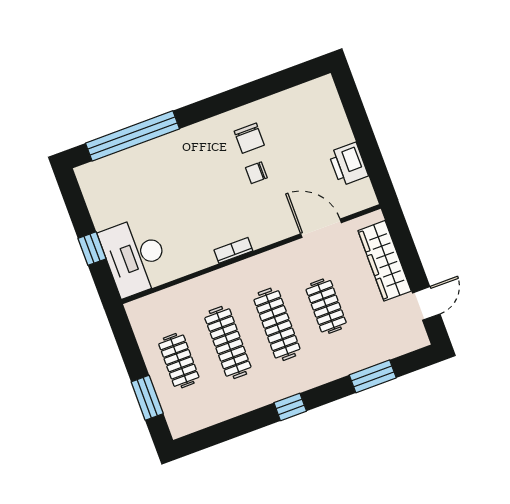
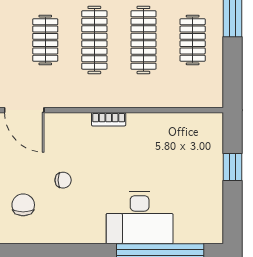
chair: (249, 138) -> (23, 205), moved
desk: (135, 257) -> (140, 218), moved, turned 90

